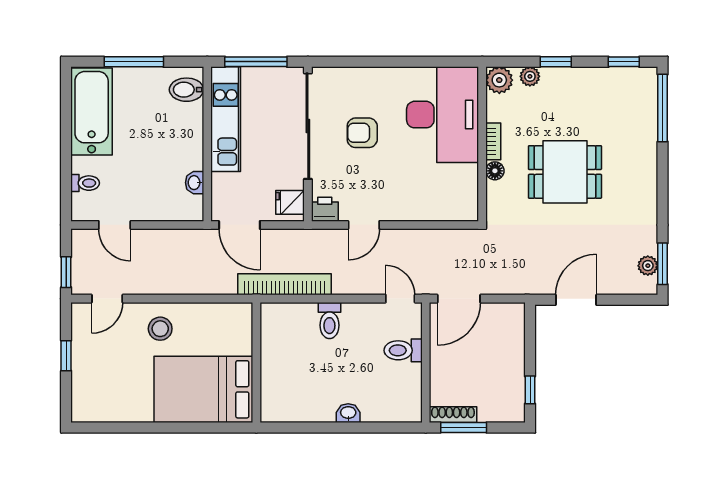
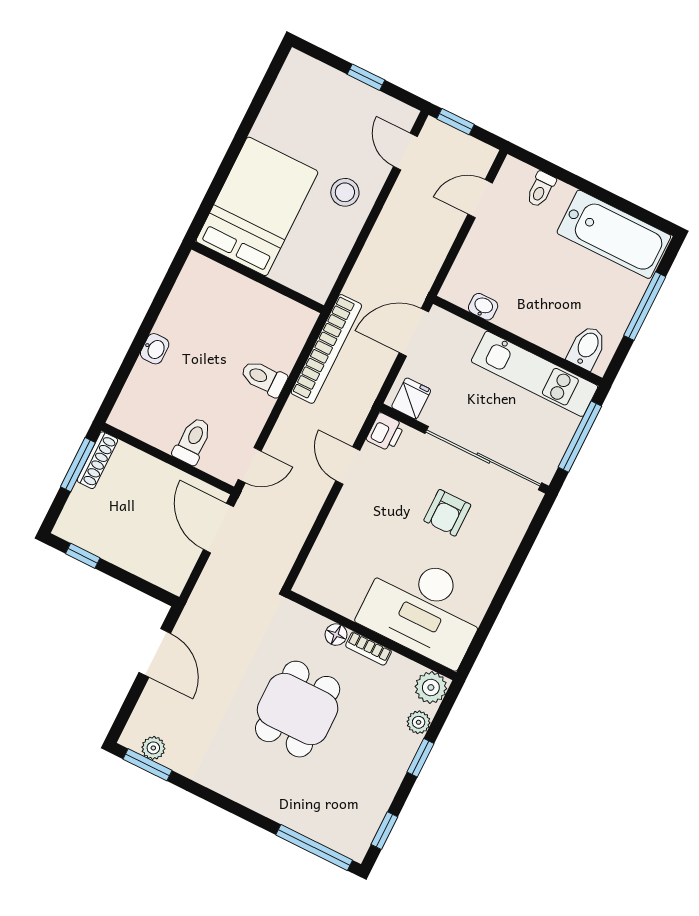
armchair: (362, 133) -> (447, 513), turned 180

